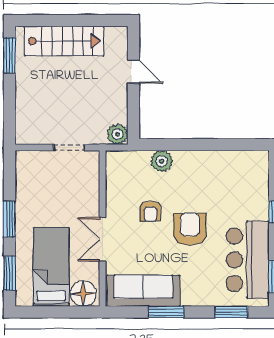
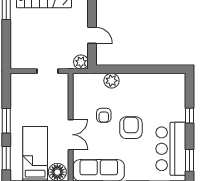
door: (134, 72) -> (92, 35), moved
double door: (103, 239) -> (71, 135), swing flipped

